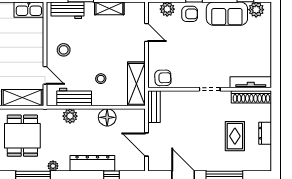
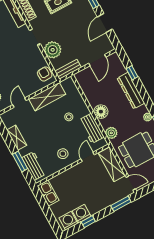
shelving: (136, 84) -> (47, 97), moved
plant: (185, 101) -> (53, 50), added
plant: (70, 116) -> (111, 133), moved
floor lamp: (107, 117) -> (101, 112), moved

